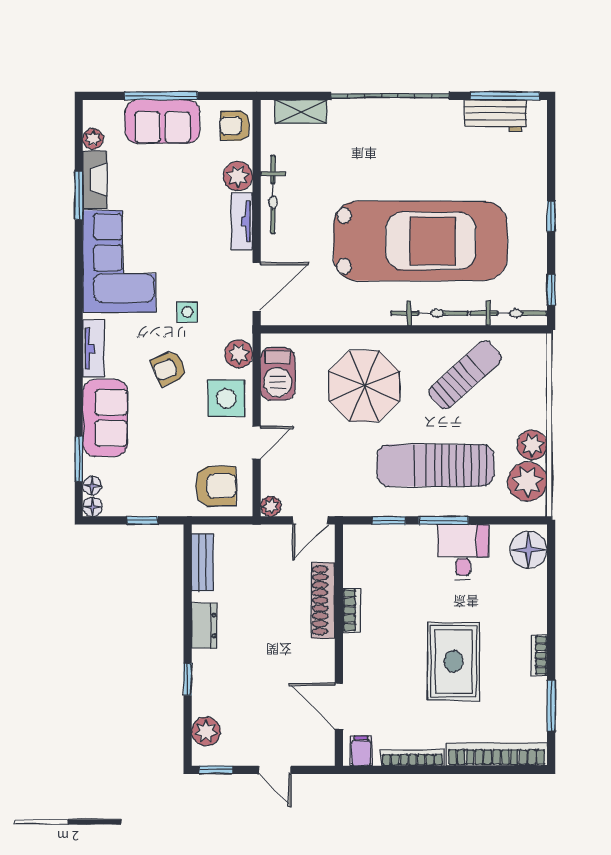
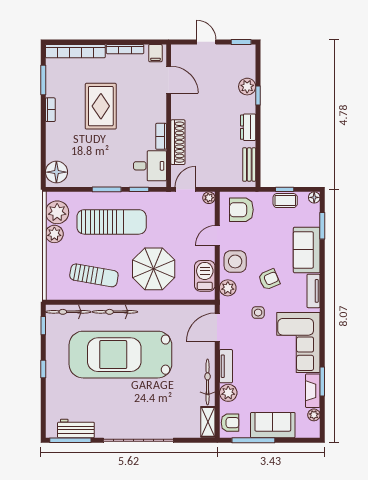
window: (161, 96) -> (253, 440), moved
shelving: (301, 112) -> (208, 422), moved, turned 90
sun lounger: (465, 375) -> (94, 275), turned -128
floor lamp: (92, 486) -> (314, 210), removed
coffee table: (142, 502) -> (285, 201), added
desk: (463, 552) -> (150, 166), moved, turned -90
plant: (206, 731) -> (247, 87), moved

